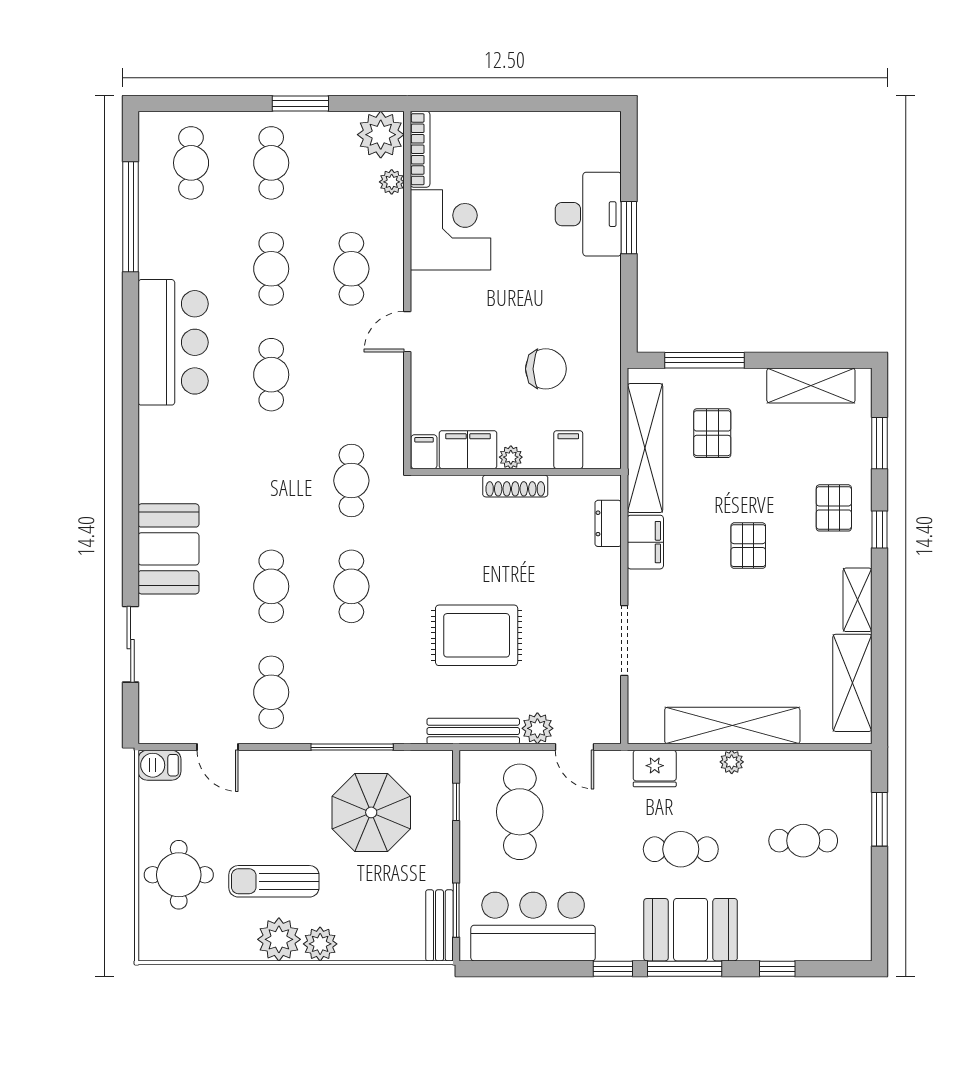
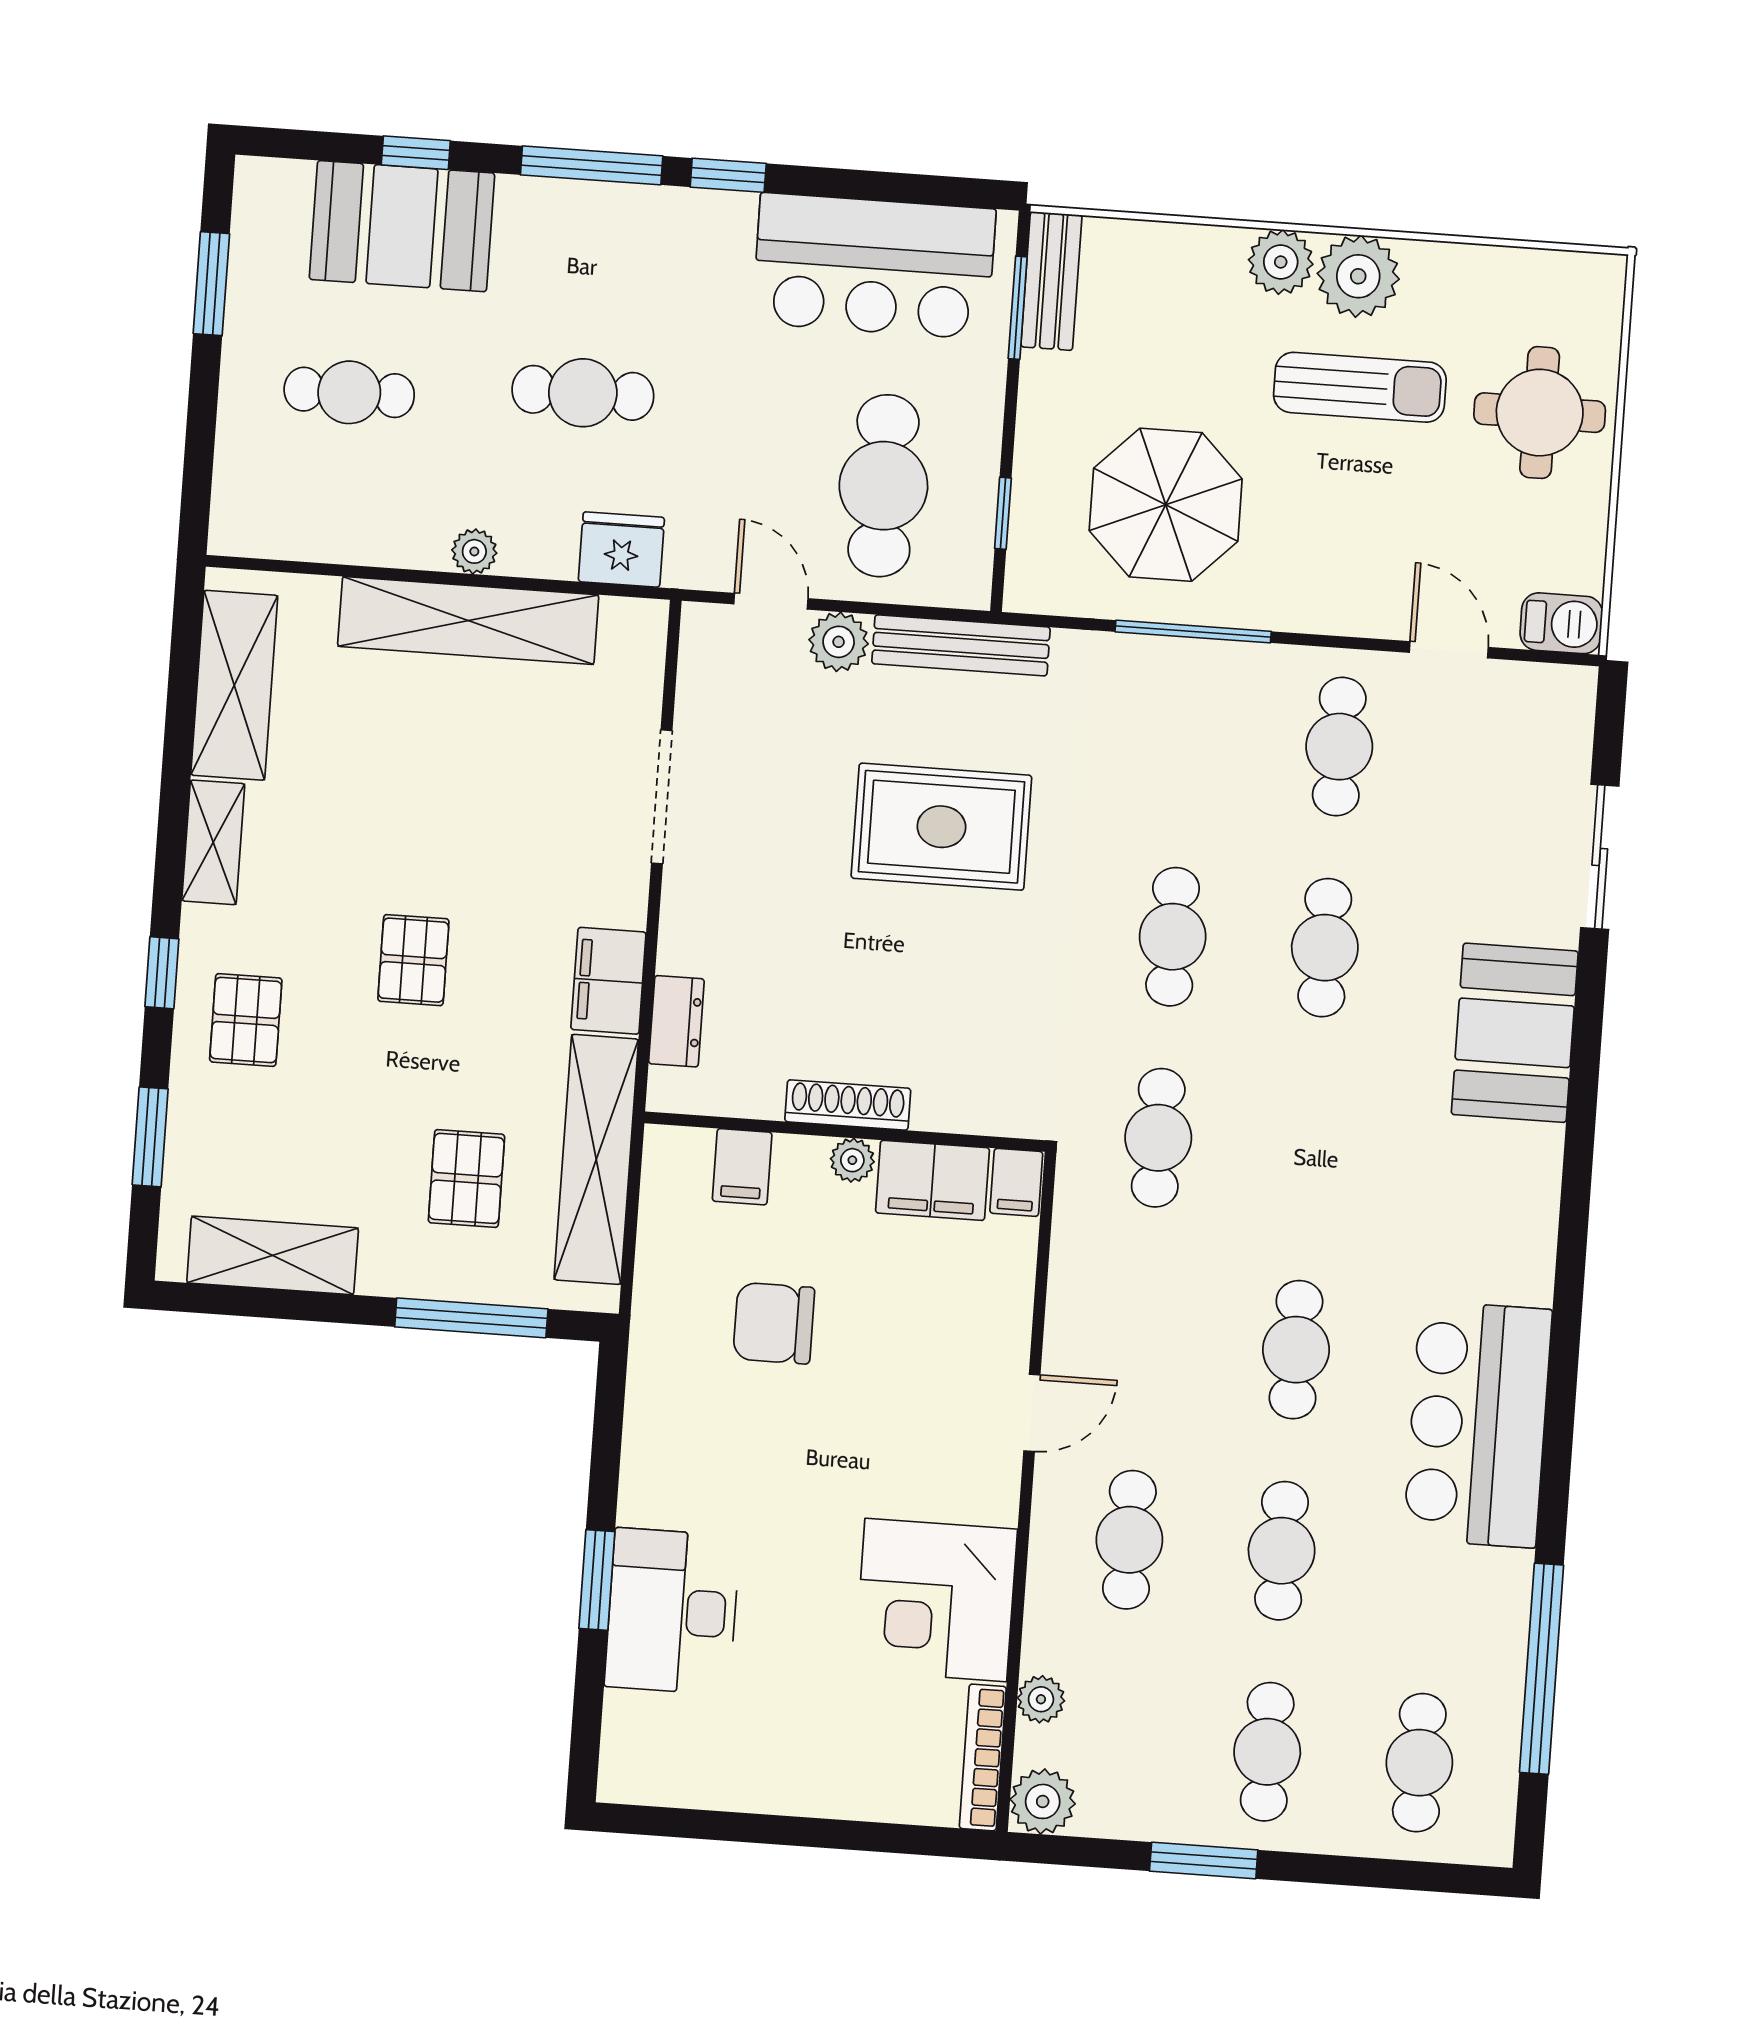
plant: (381, 135) -> (1043, 1801), width x0.73, depth x0.73
window: (880, 819) -> (211, 284), moved
booth: (691, 930) -> (402, 226), moved

